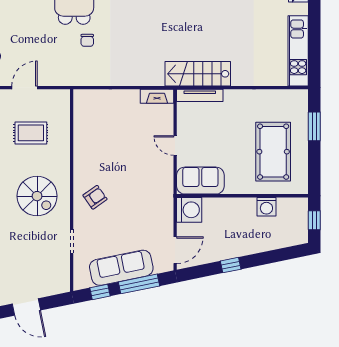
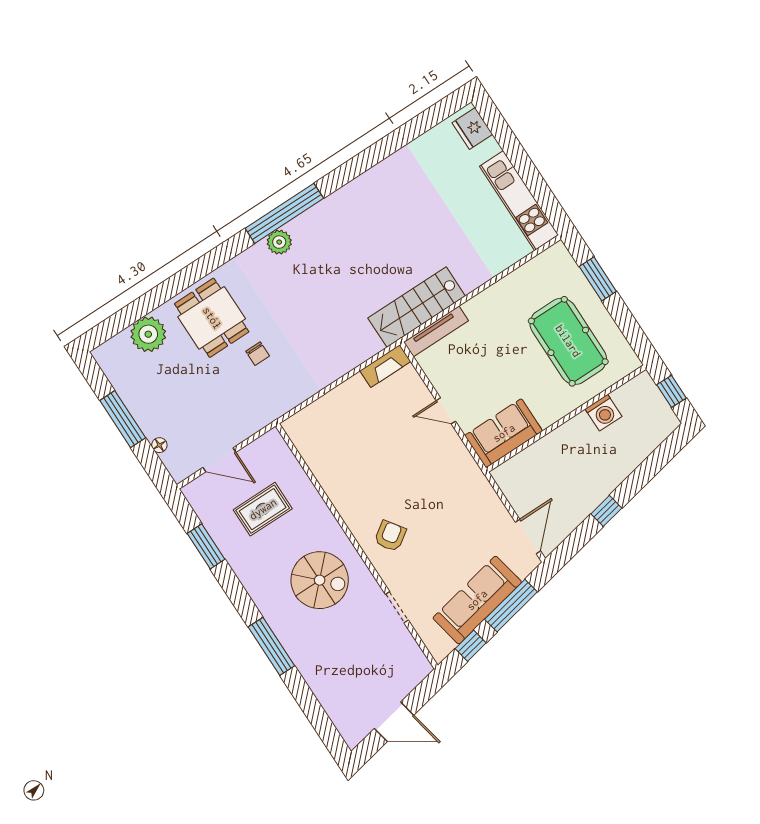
door: (24, 88) -> (219, 460), swing flipped
washing machine: (189, 210) -> (513, 477), removed

